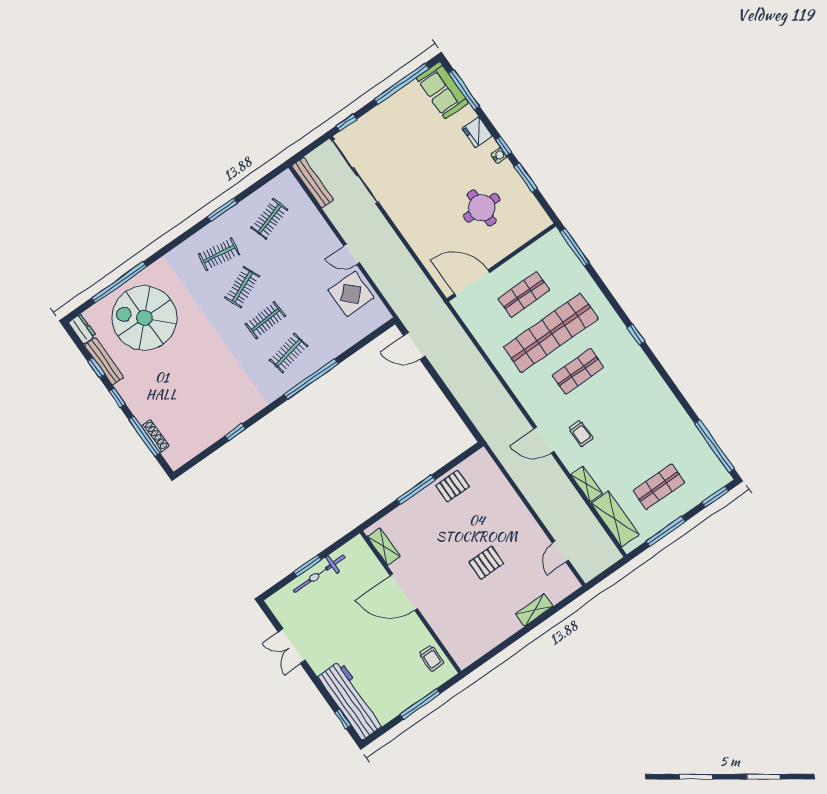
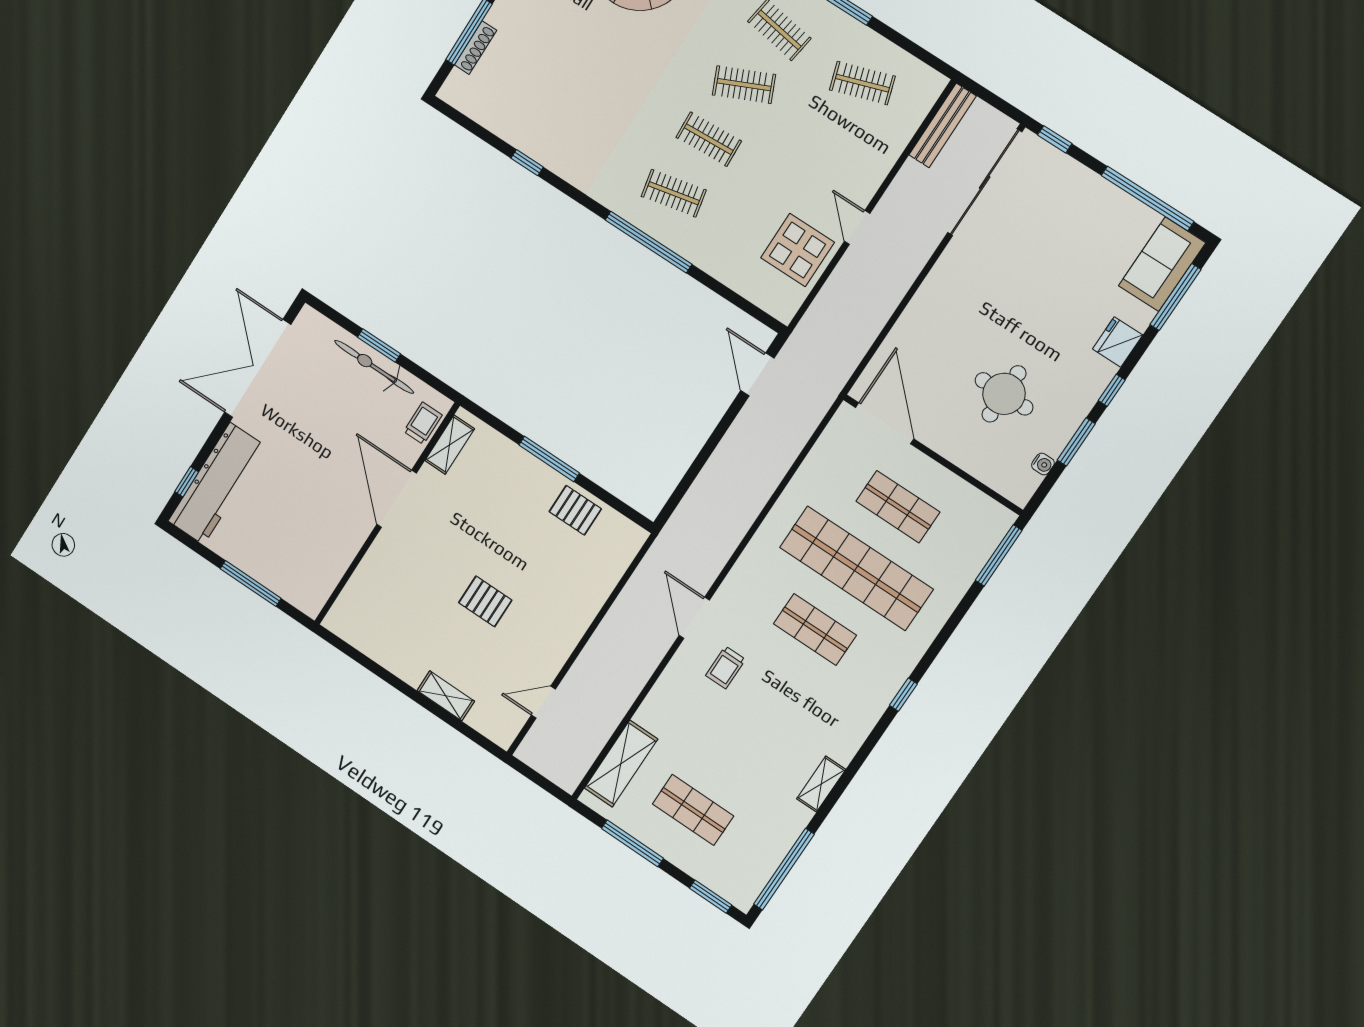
water cooler: (499, 156) -> (1043, 464), moved
shelving: (586, 484) -> (821, 784), moved
double door: (292, 646) -> (258, 368), width x1.87
trolley: (431, 658) -> (423, 423), moved, turned 180

